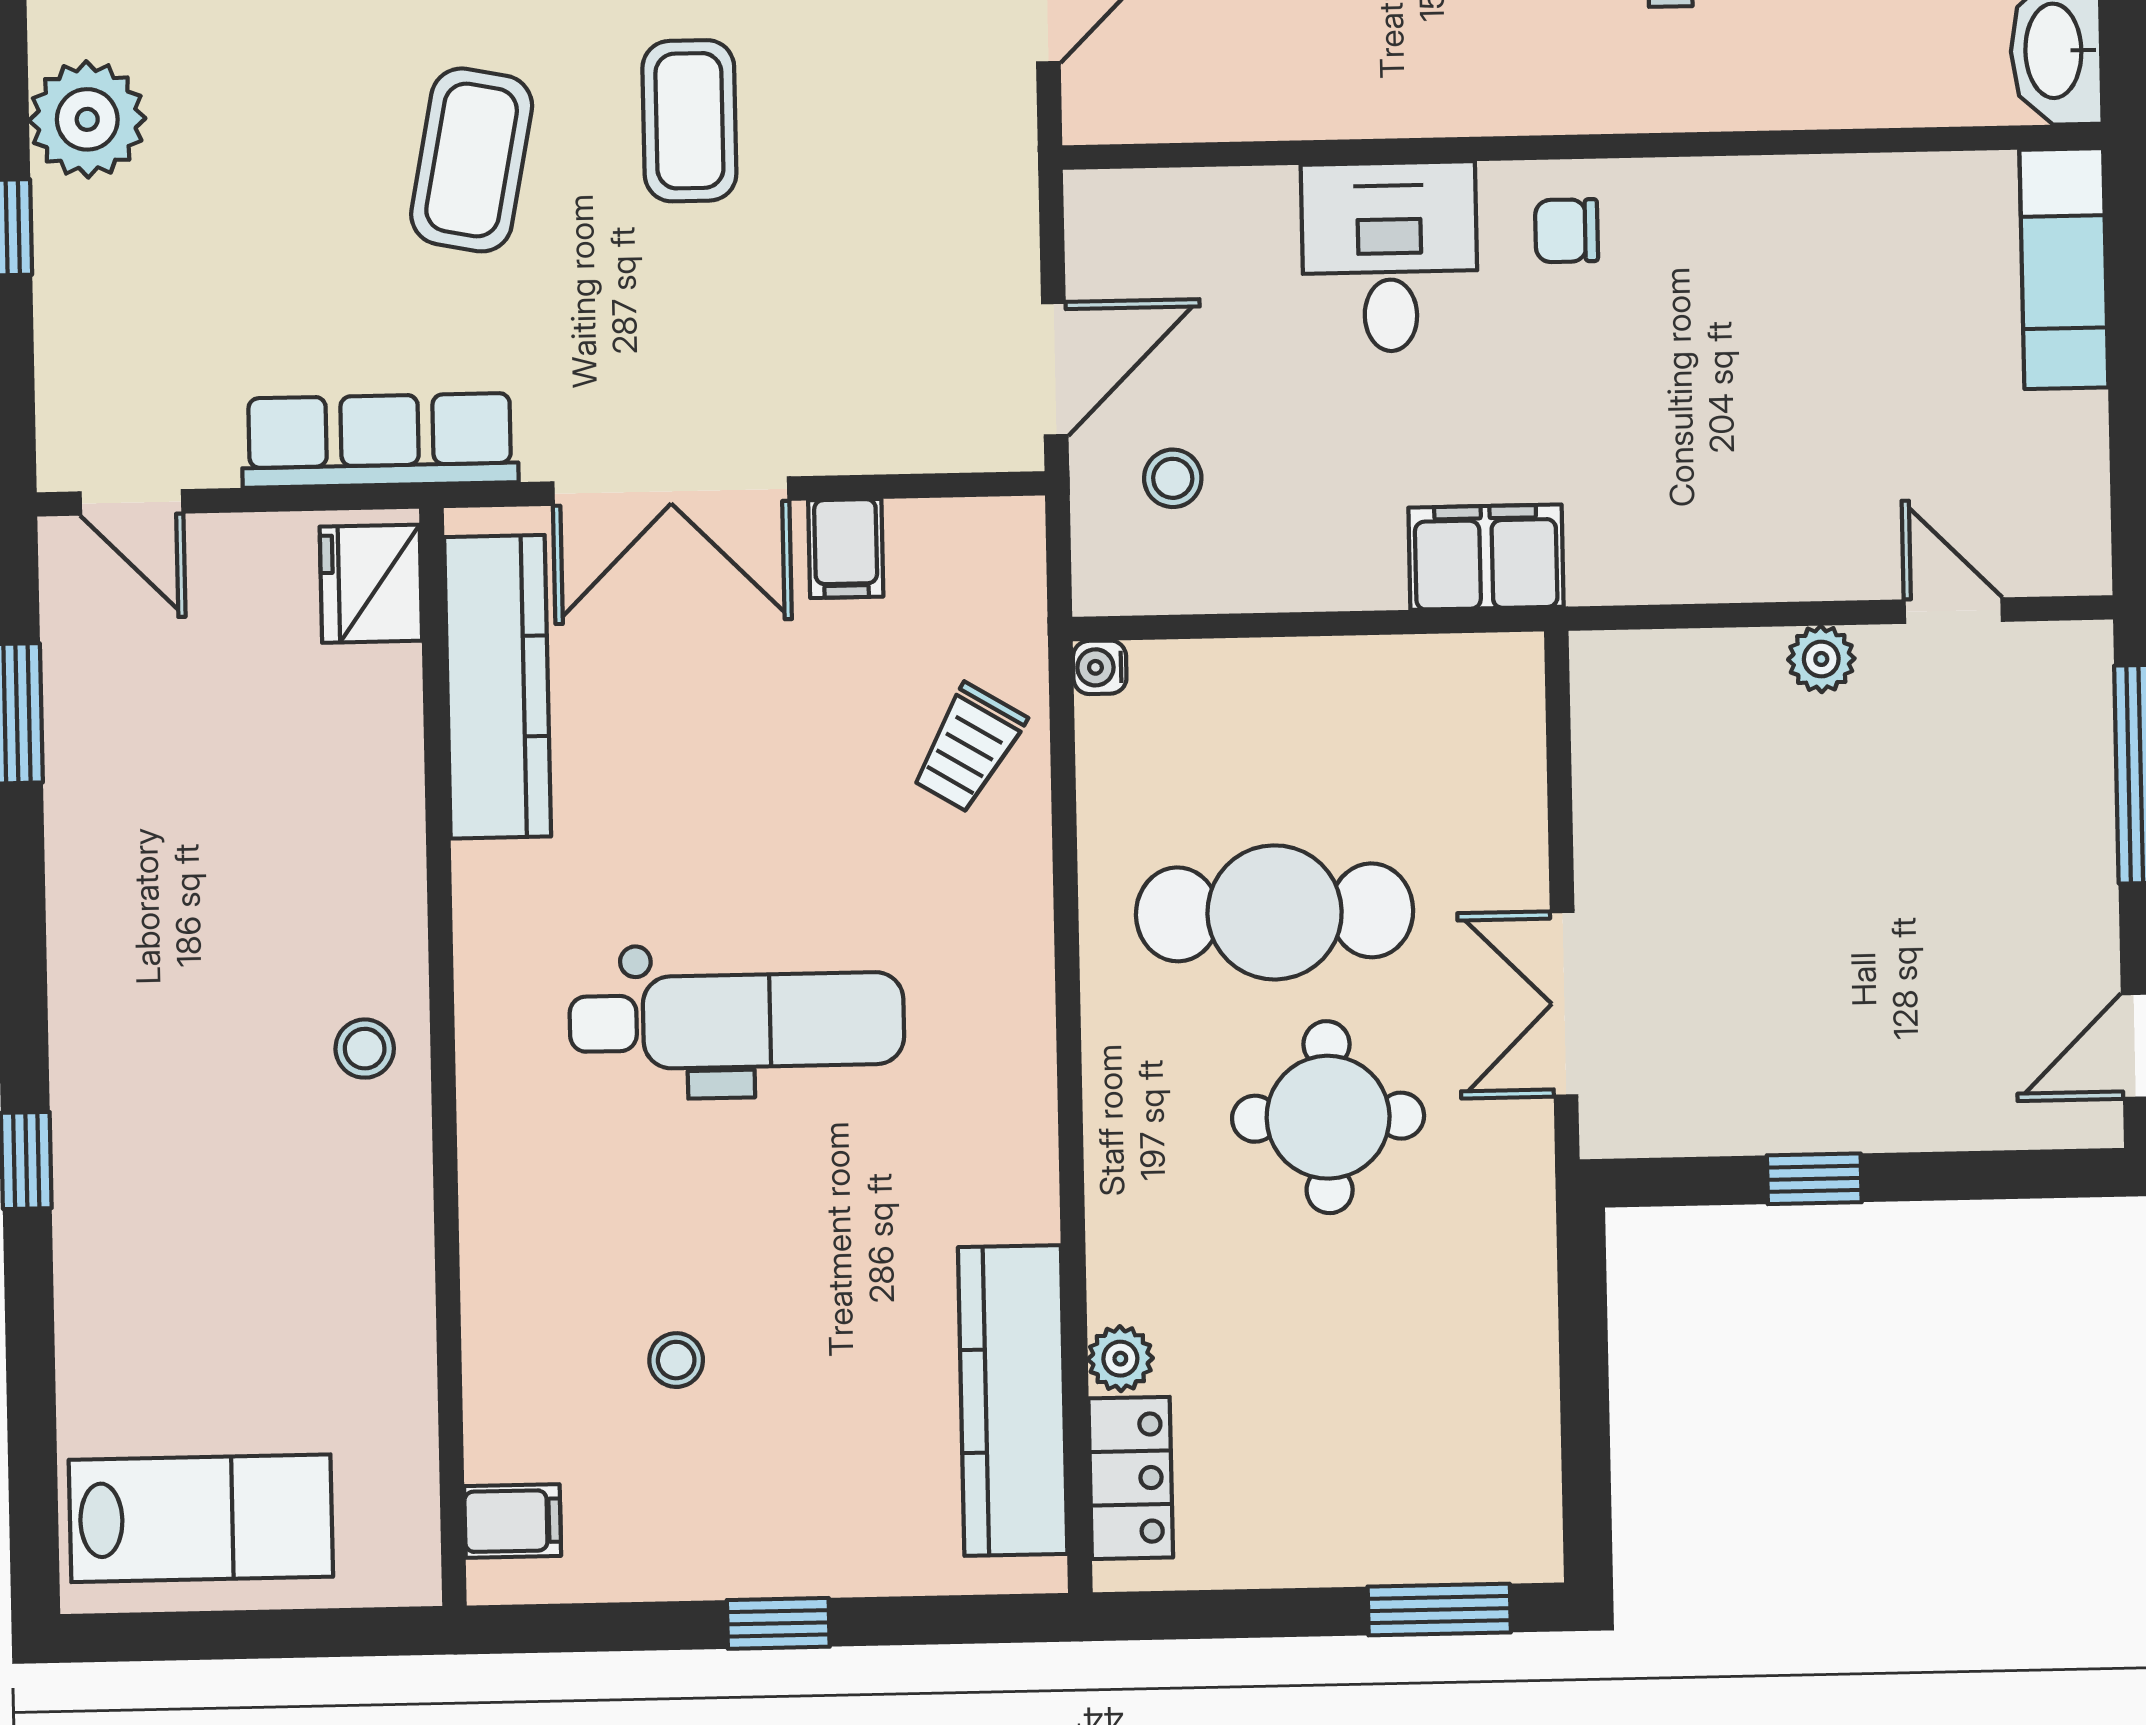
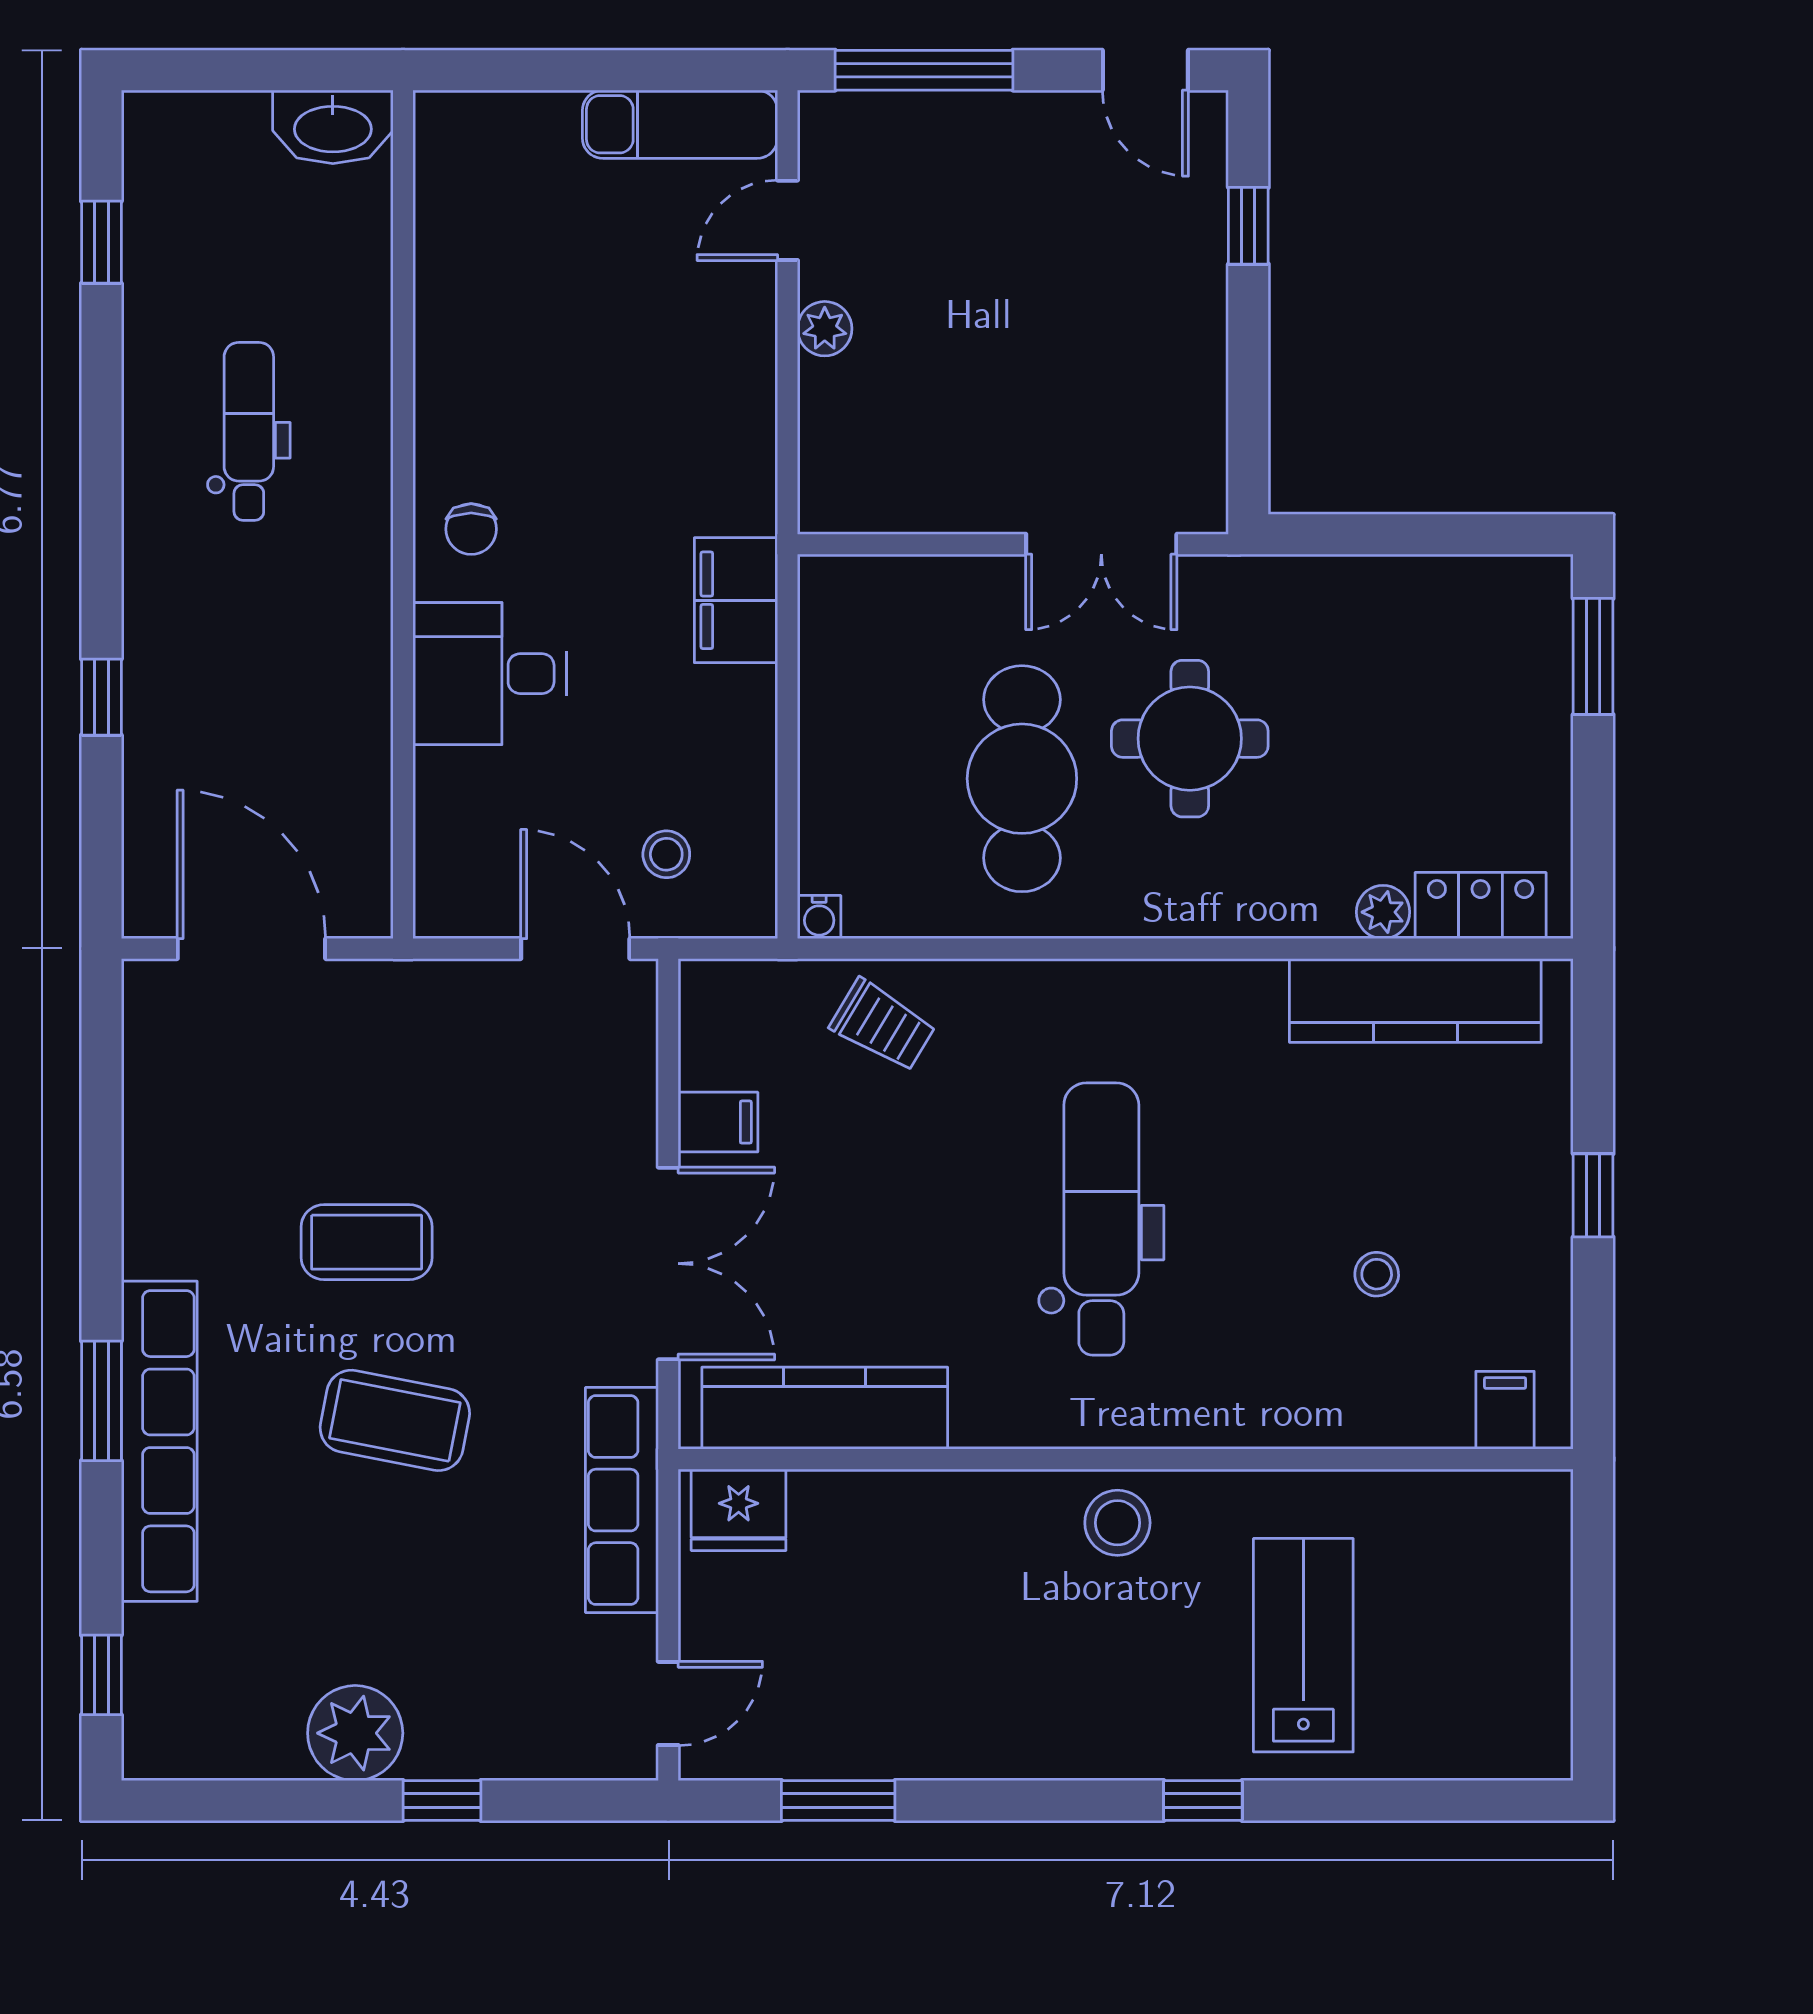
exam couch: (2064, 269) -> (680, 124), moved
stool: (365, 1049) -> (1117, 1523), width x1.37, depth x1.37
window: (1814, 1179) -> (1248, 226), moved
lab bench: (201, 1518) -> (1303, 1645), moved

